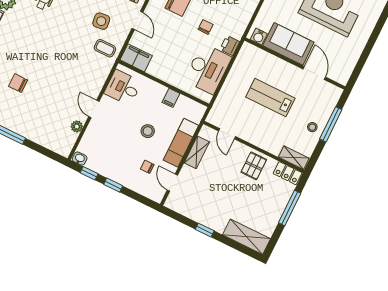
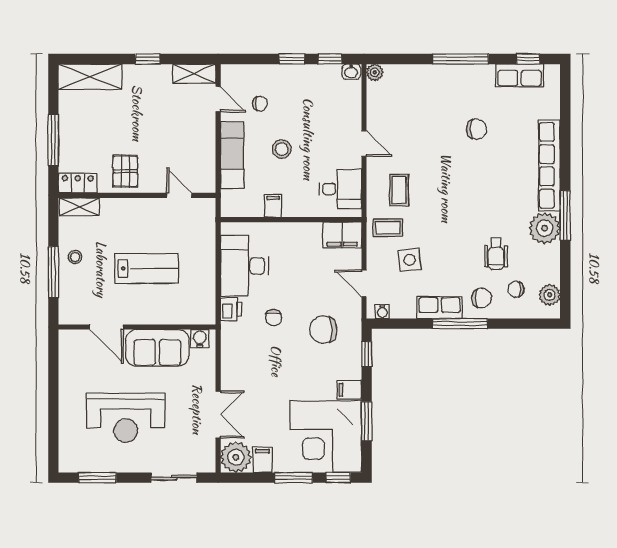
coffee table: (86, 69) -> (399, 190), added
plant: (77, 126) -> (375, 72), moved
shelving: (197, 152) -> (194, 74), moved, turned 90

